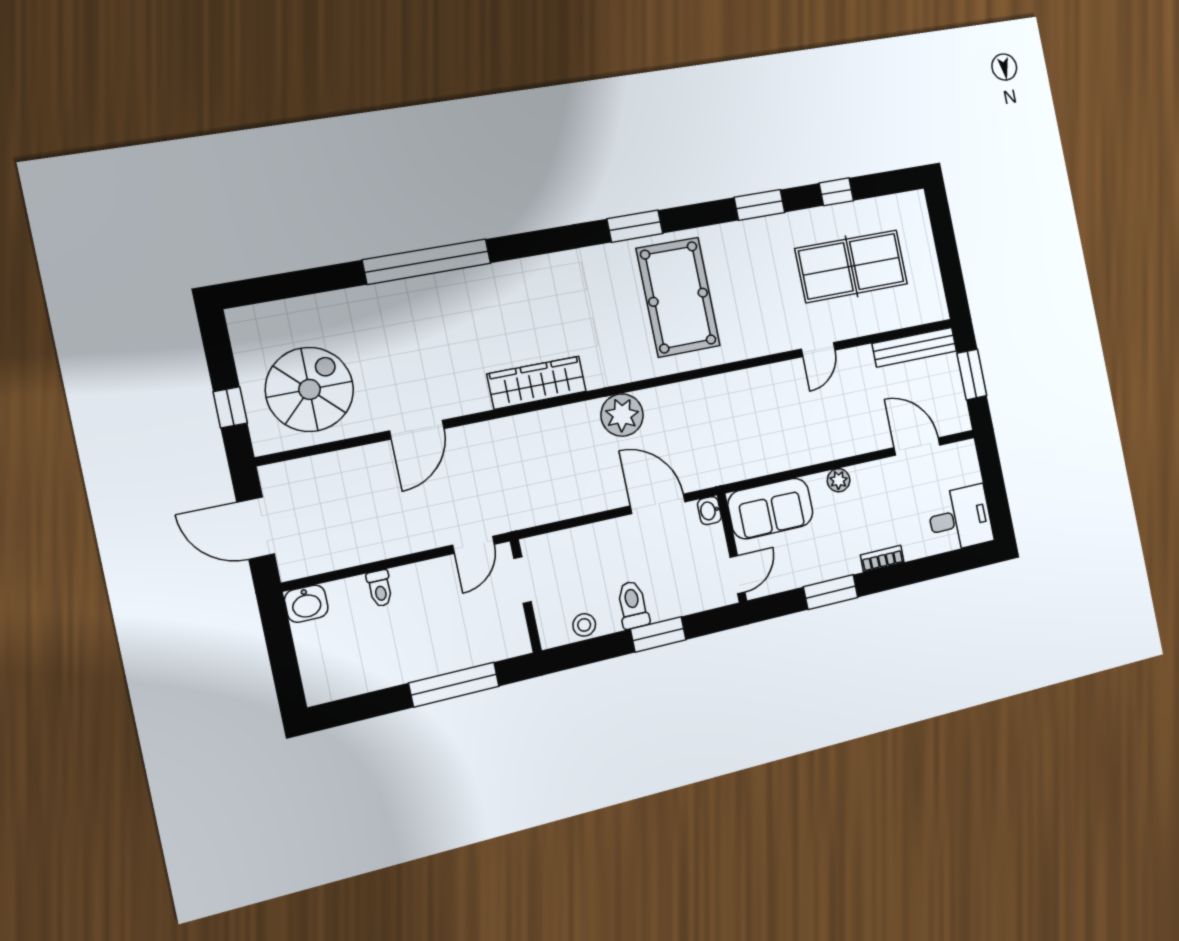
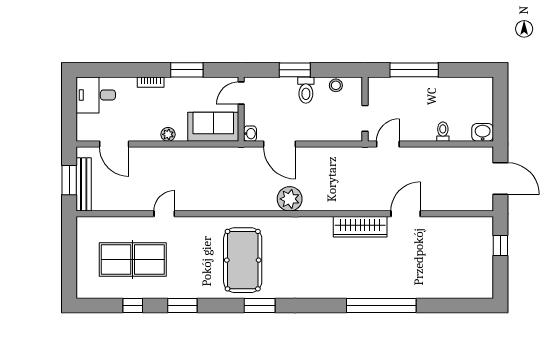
bench: (914, 347) -> (84, 184), moved, turned 90
wardrobe: (537, 383) -> (360, 227), moved
spiral stairs: (309, 389) -> (458, 247), removed

